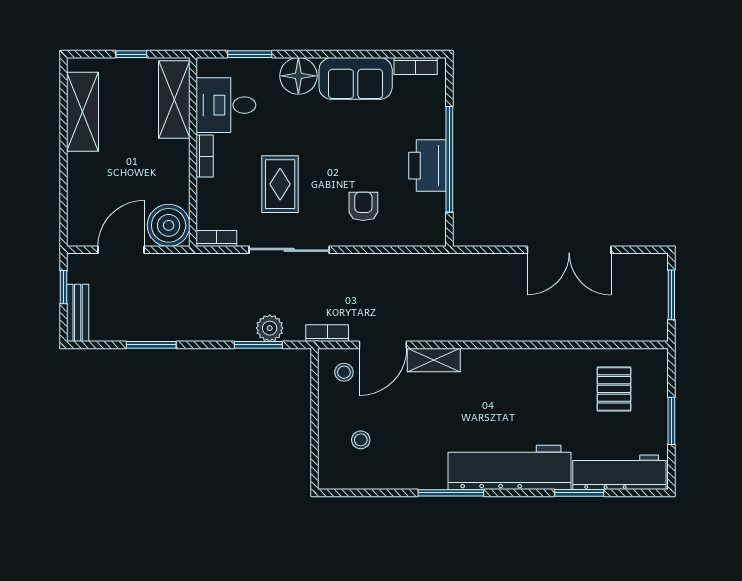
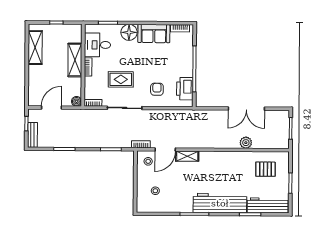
shelving: (174, 100) -> (75, 60), moved
printer: (428, 166) -> (185, 89), moved
rug: (280, 184) -> (121, 79), turned 90
boiler: (169, 225) -> (76, 101), width x0.54, depth x0.54
plant: (270, 328) -> (246, 143), moved
pallet: (614, 389) -> (265, 169), turned 90

